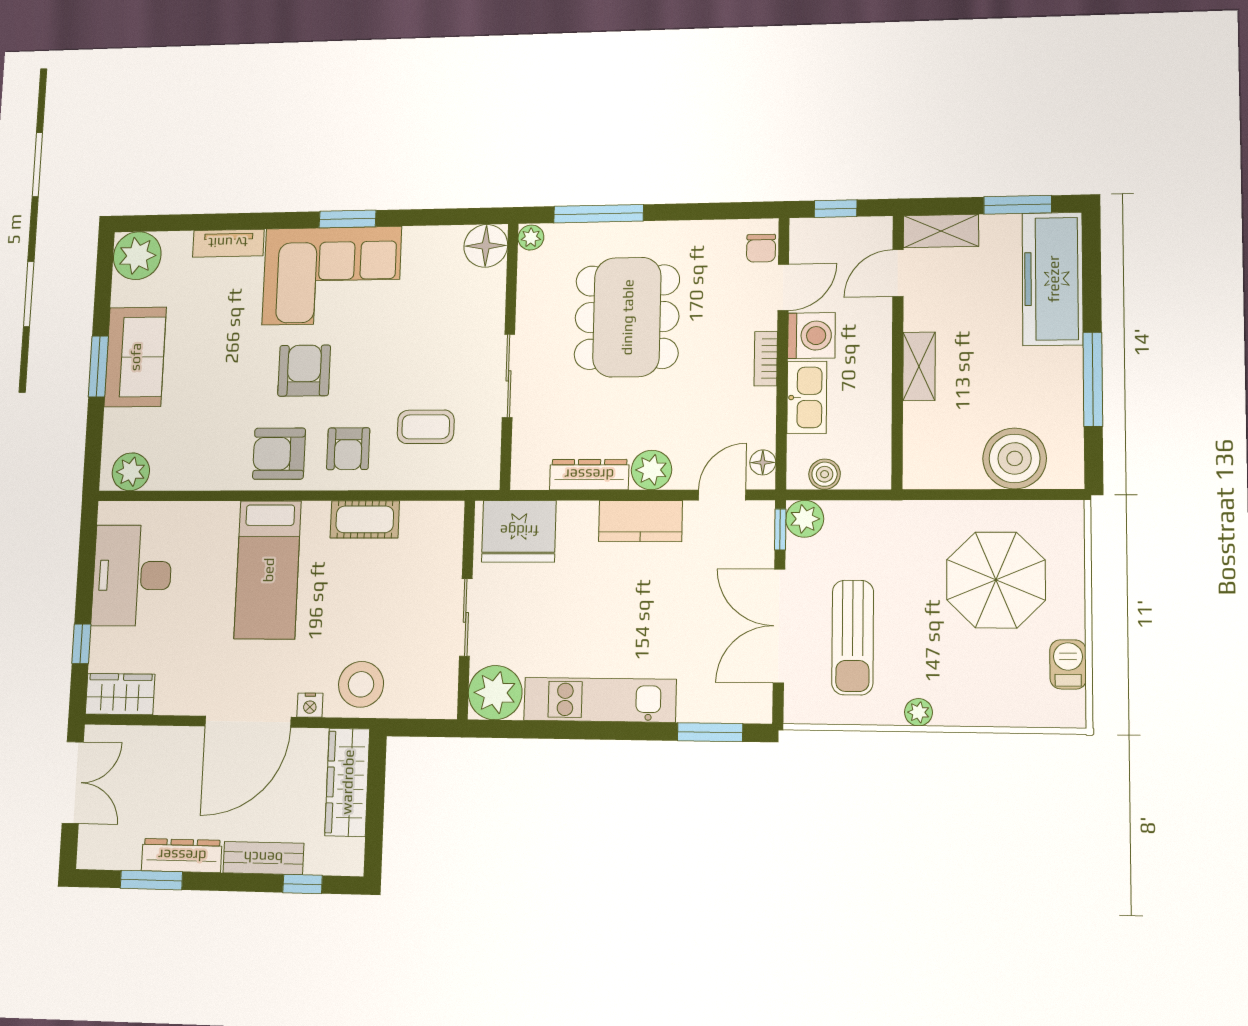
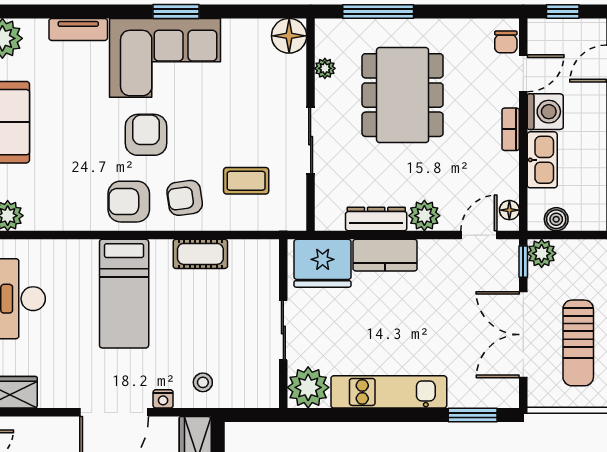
plant: (531, 238) -> (325, 68), moved
armchair: (348, 449) -> (185, 198), turned 82
kitchen counter: (640, 521) -> (385, 255), moved
stool: (361, 684) -> (203, 382), width x0.53, depth x0.53

